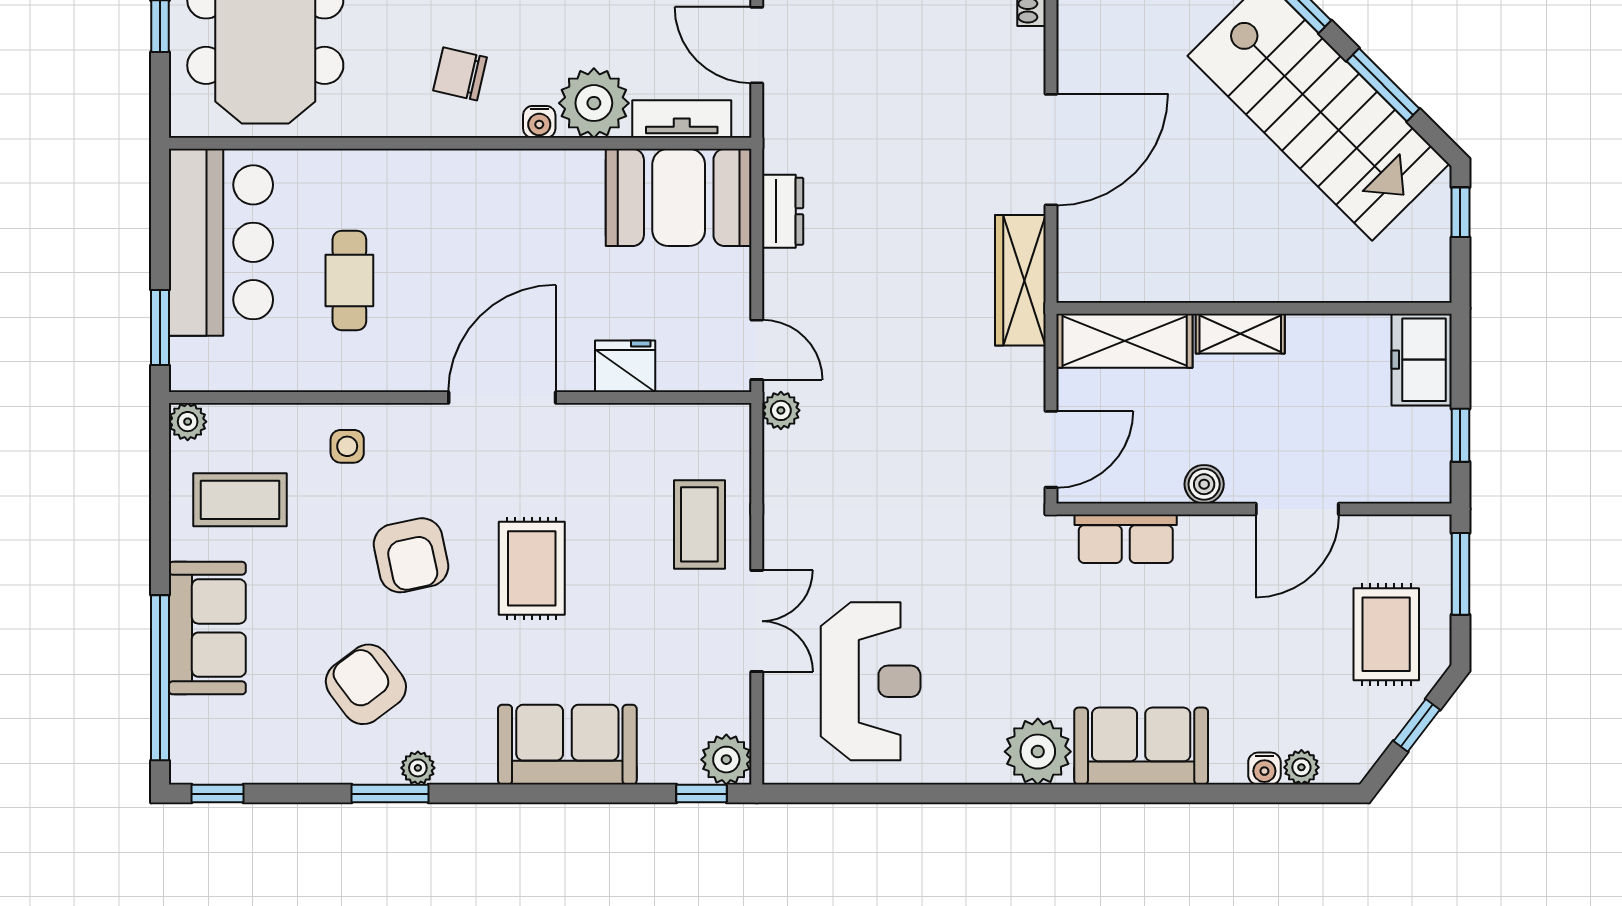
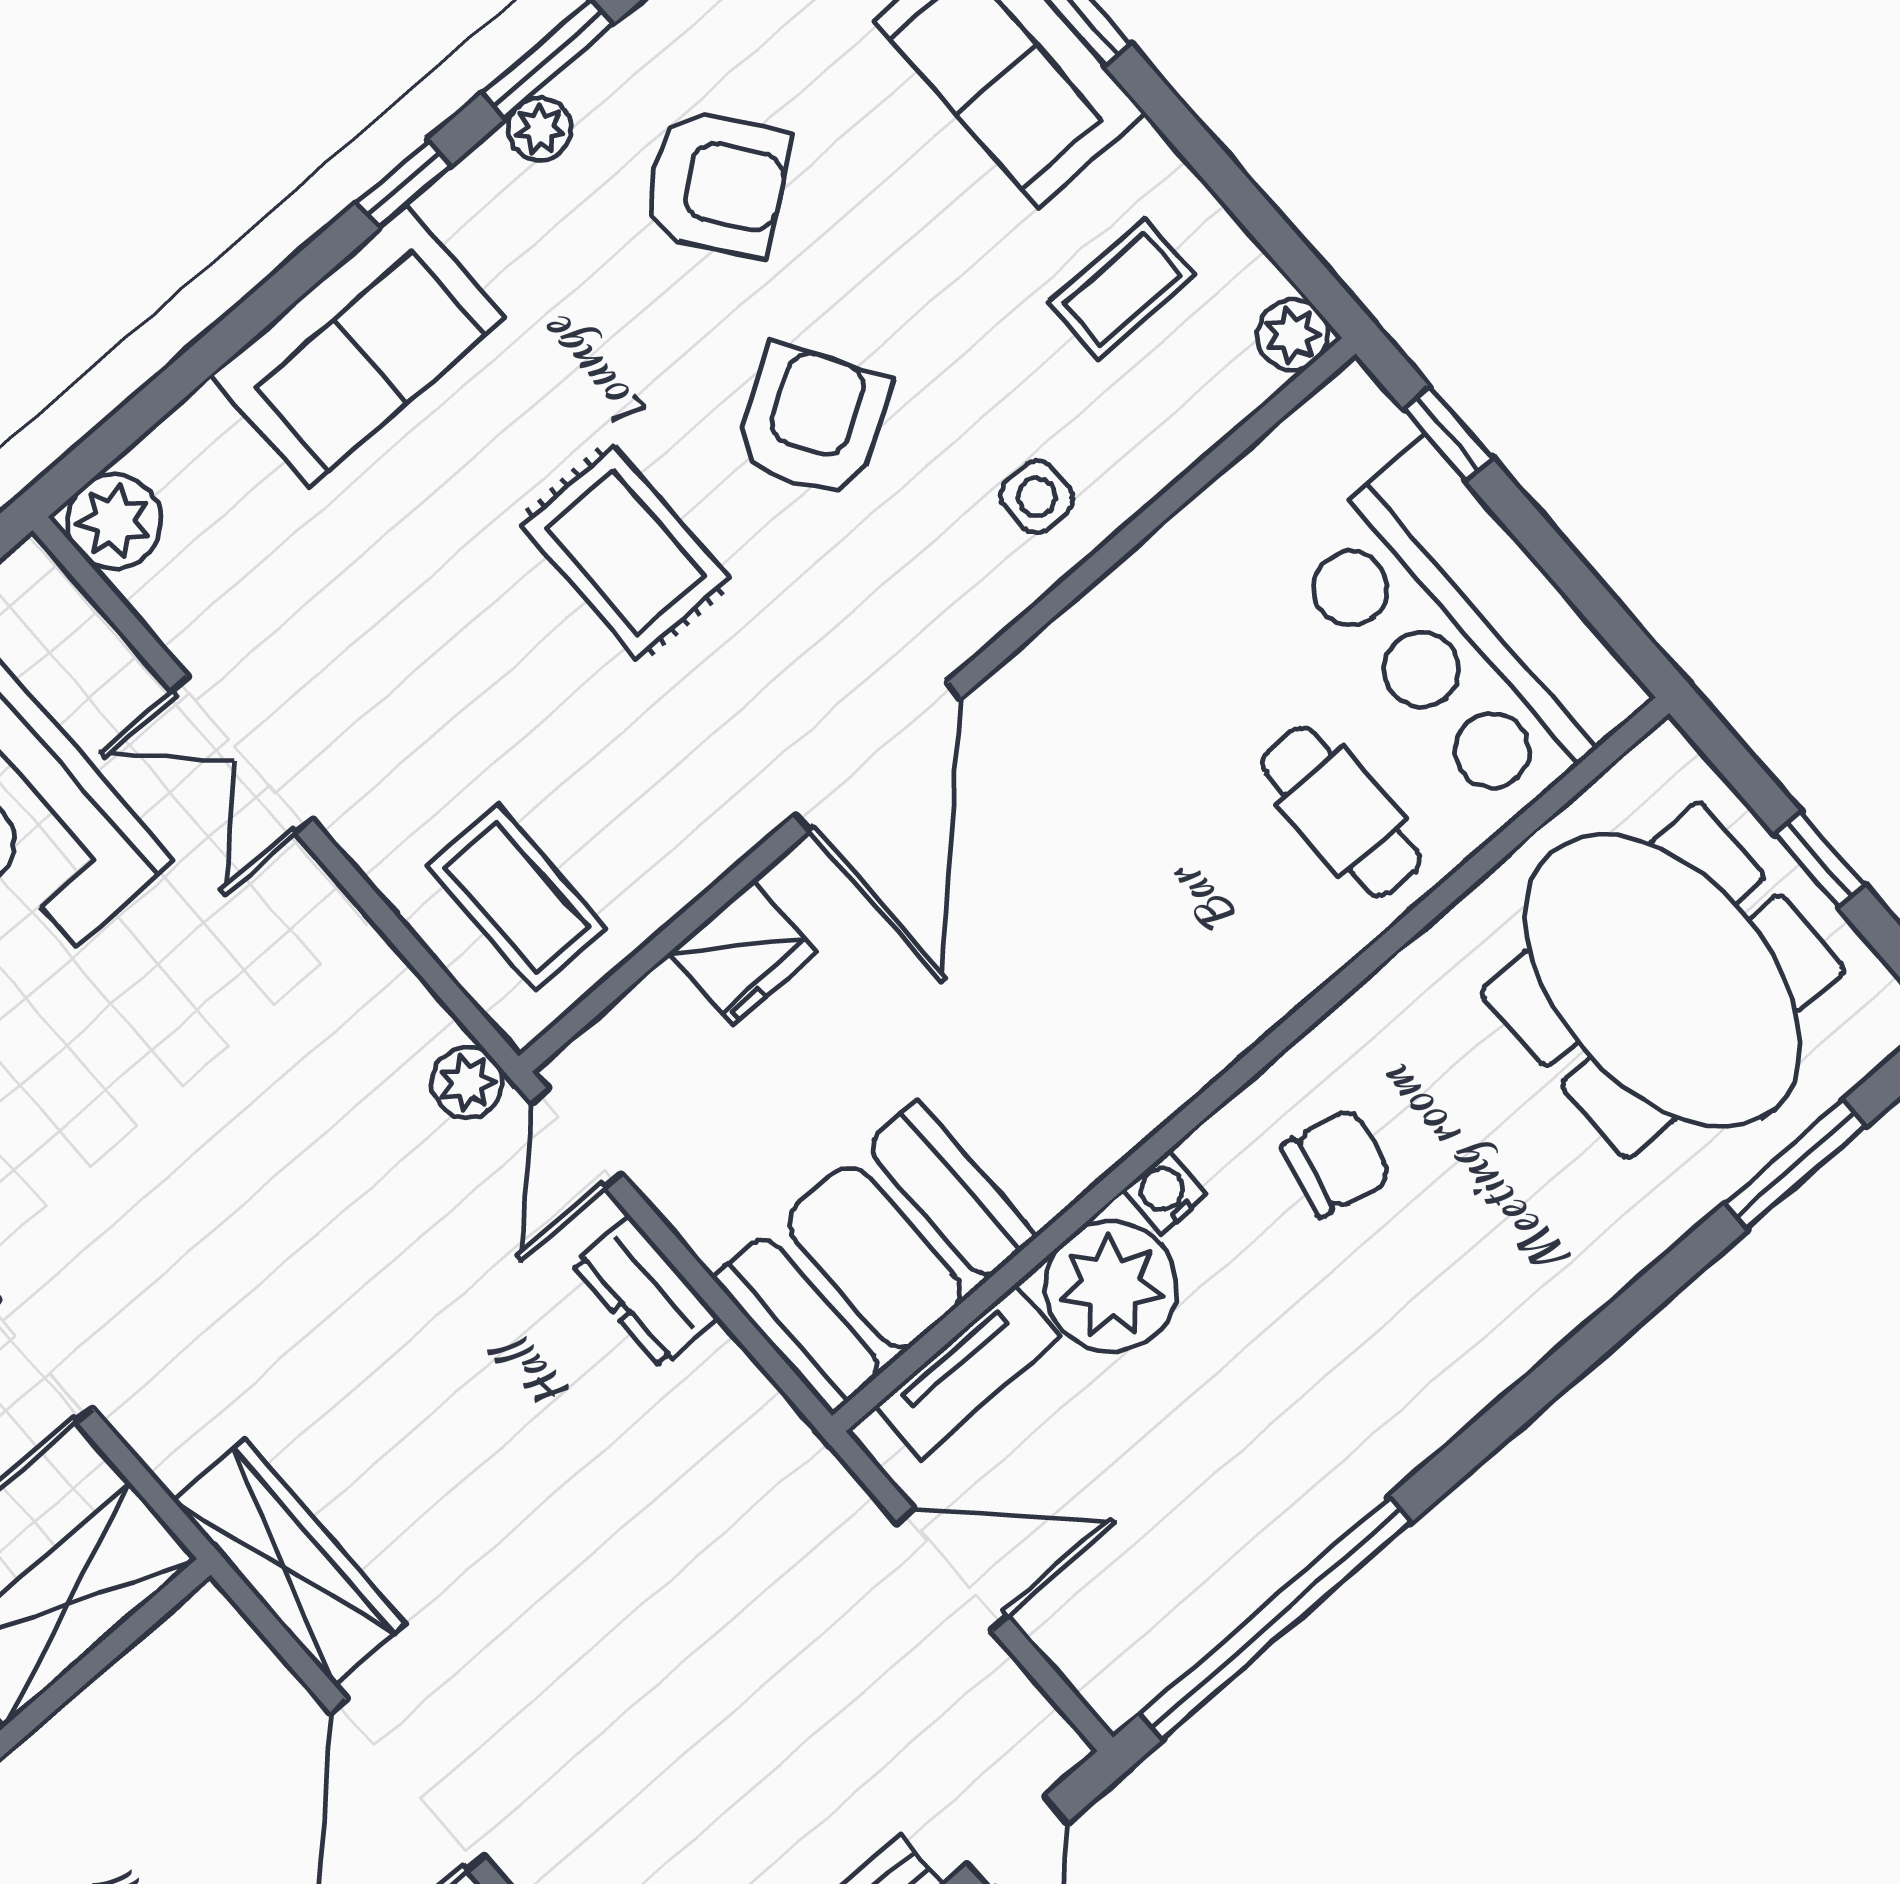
dresser: (783, 211) -> (645, 1291), moved
cafe table: (349, 280) -> (1341, 812), moved
window: (160, 328) -> (1448, 434), width x0.67
door: (757, 350) -> (577, 1138), hinge flipped
coffee table: (240, 500) -> (1122, 289), width x0.73, depth x0.77
coffee table: (699, 524) -> (516, 897), moved
armchair: (411, 555) -> (812, 421), turned 71
window: (701, 794) -> (404, 184), moved

